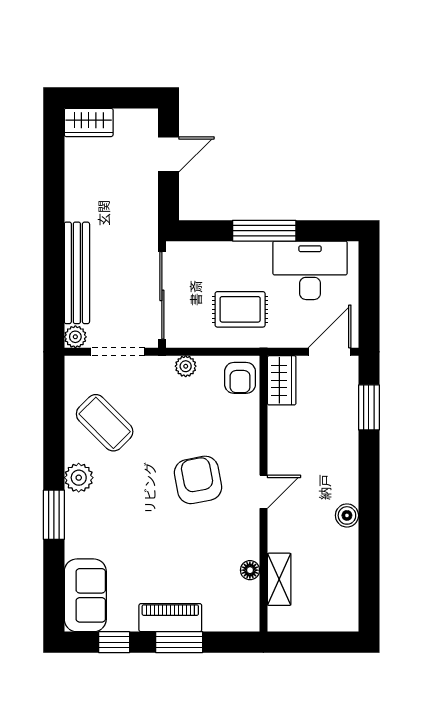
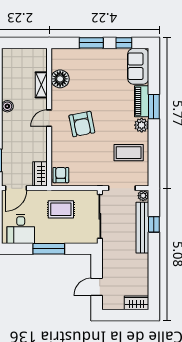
desk: (310, 270) -> (21, 229), width x0.73
window: (54, 279) -> (154, 224), added
plant: (186, 366) -> (88, 181), removed
coffee table: (105, 423) -> (129, 153), turned -45
floor lamp: (250, 570) -> (60, 79), width x1.89, depth x1.89
shelving: (279, 579) -> (41, 85), moved
piano: (170, 618) -> (142, 101), moved, turned 90

